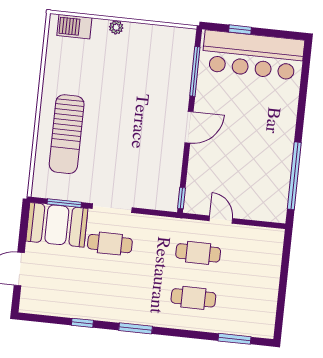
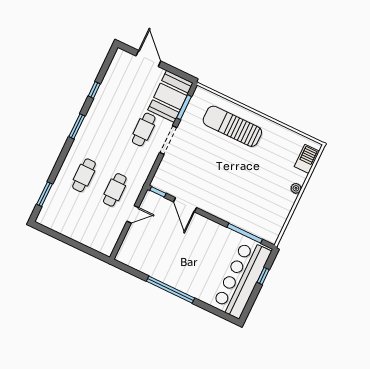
door: (189, 127) -> (185, 205), moved
window: (294, 176) -> (170, 290), moved

